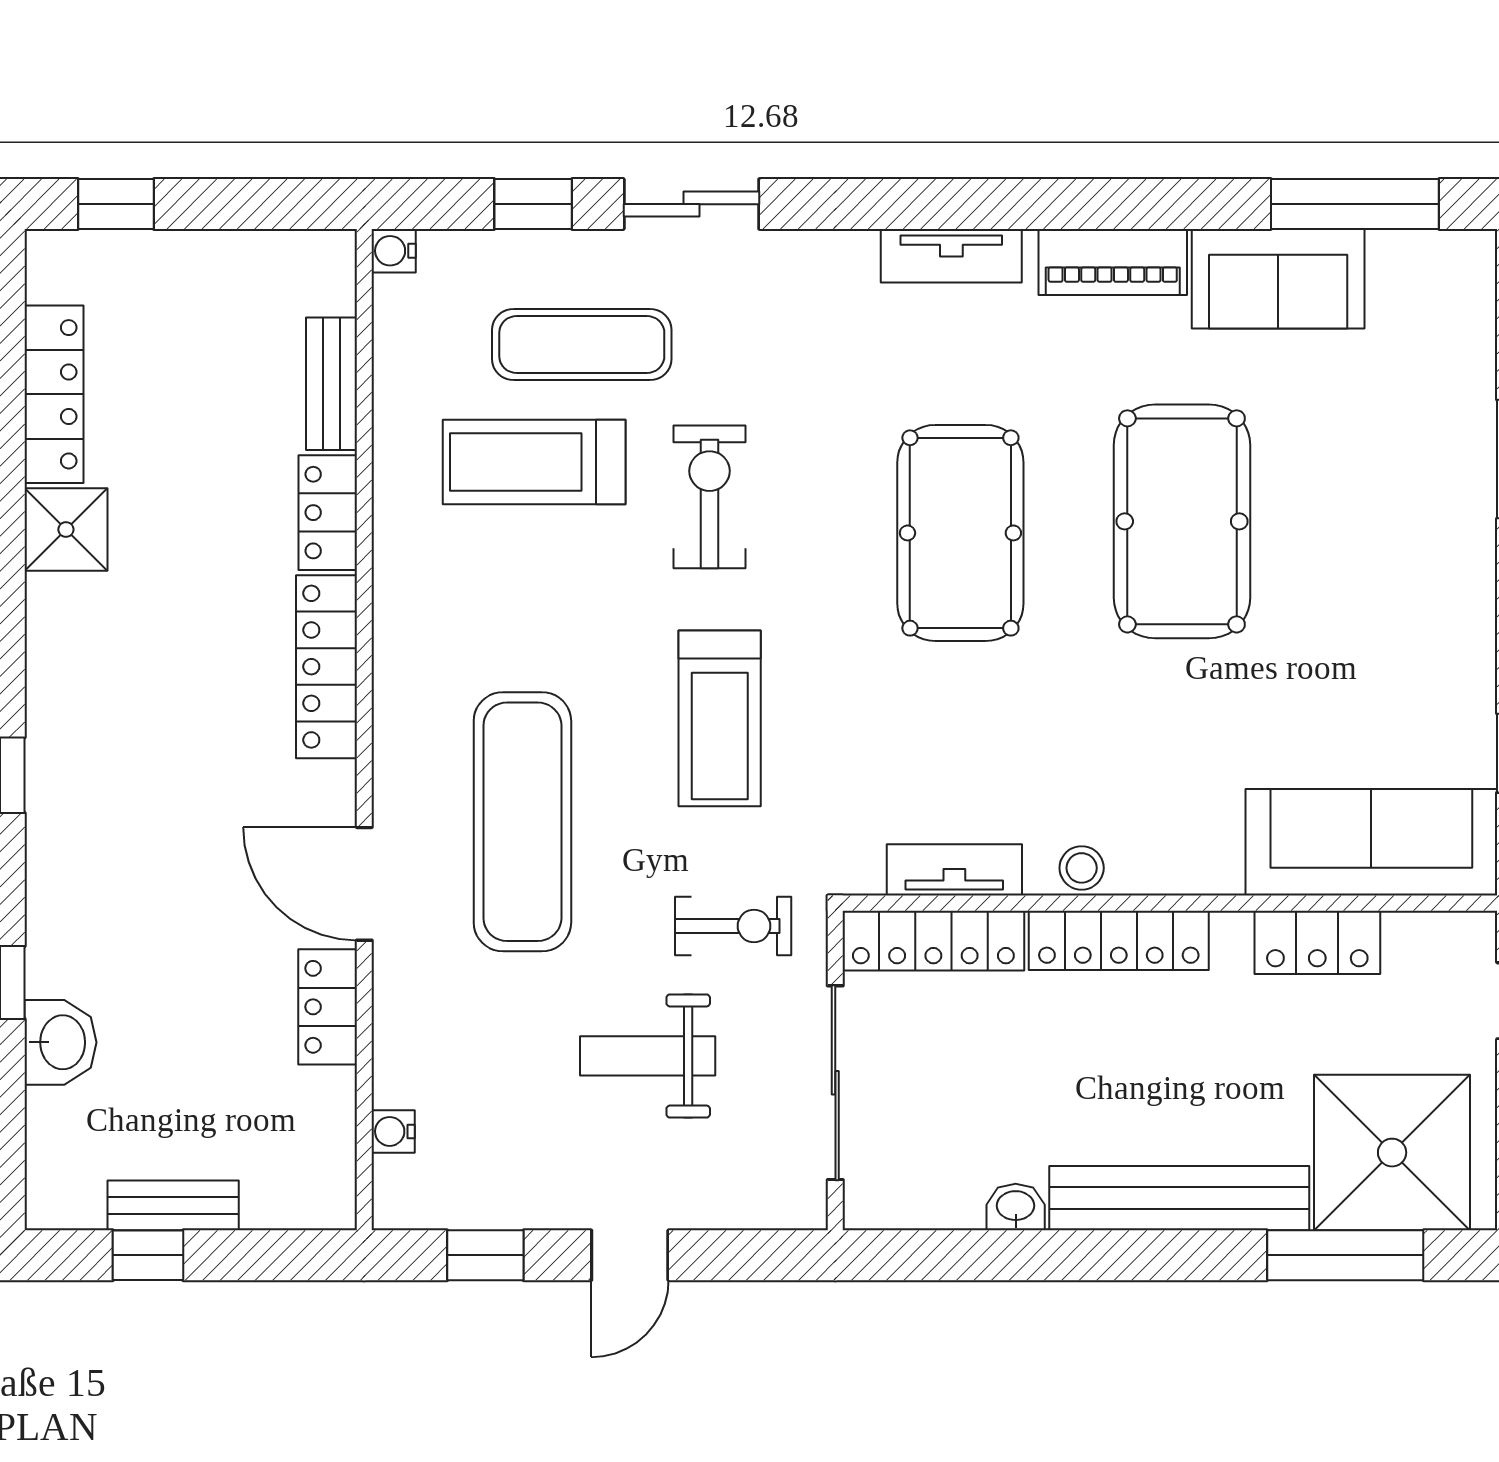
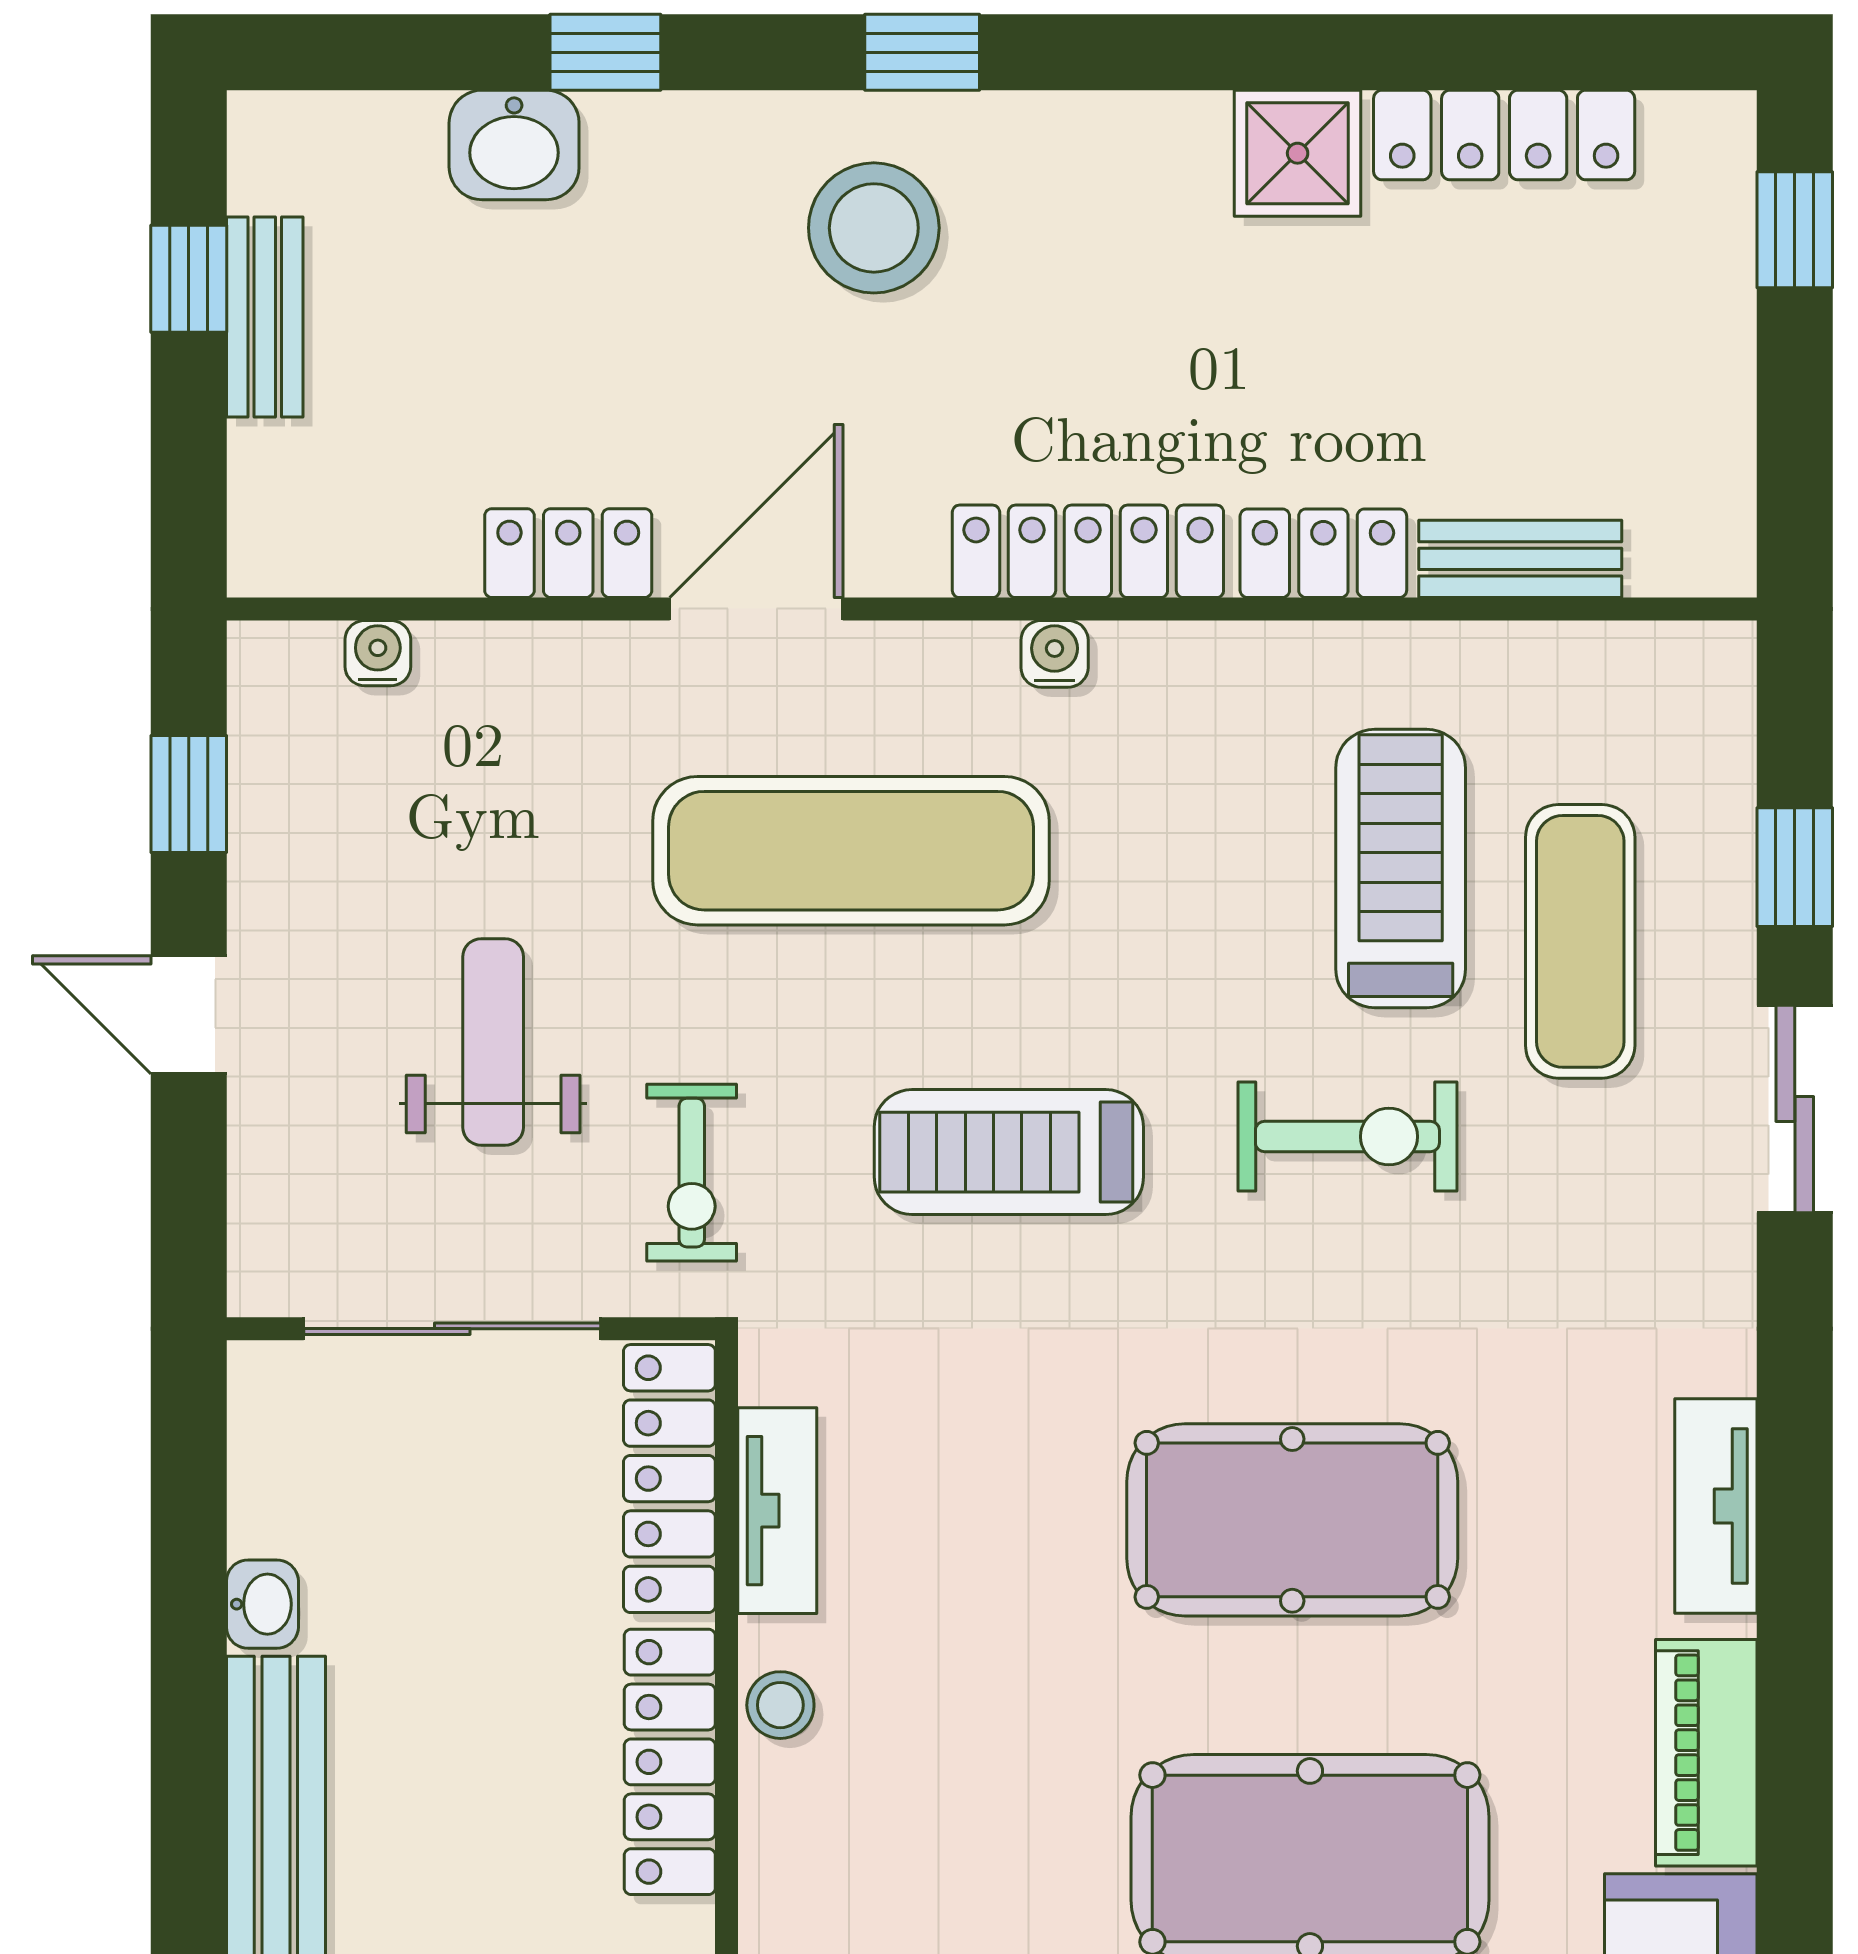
water cooler: (394, 251) -> (1055, 654), moved
stool: (115, 807) -> (874, 228), added

